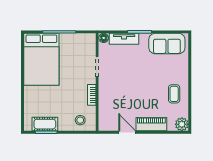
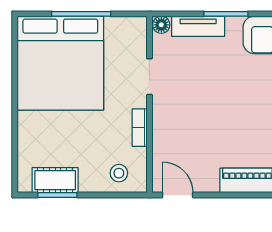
bed: (41, 59) -> (60, 63), width x1.36
door: (127, 132) -> (178, 195), moved

